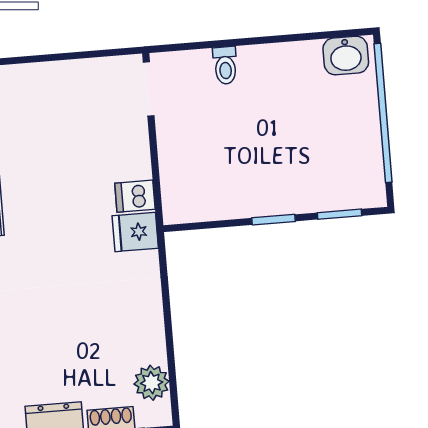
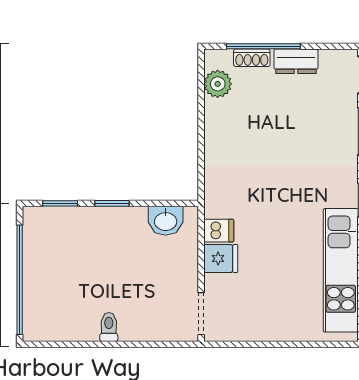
washbasin: (346, 56) -> (166, 221), moved, turned 180
toilet: (225, 65) -> (109, 327), moved
fridge: (135, 232) -> (221, 259), moved

